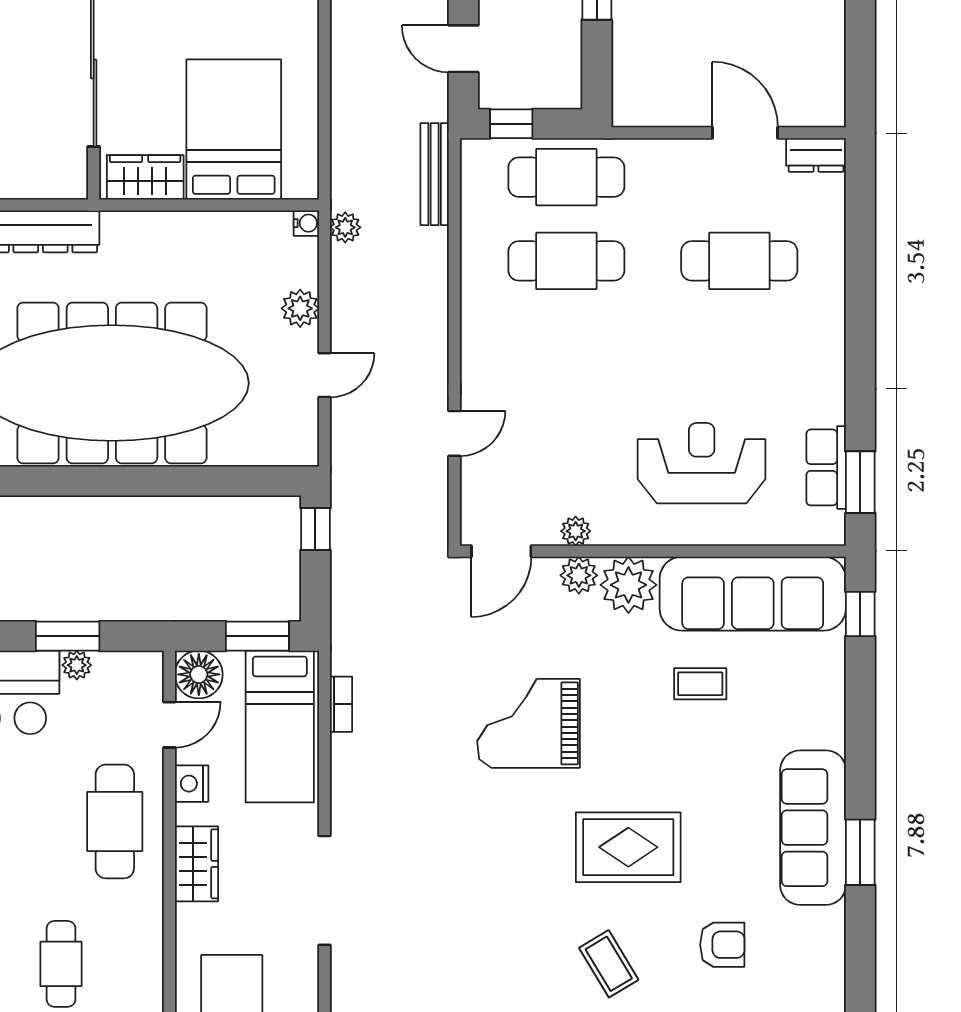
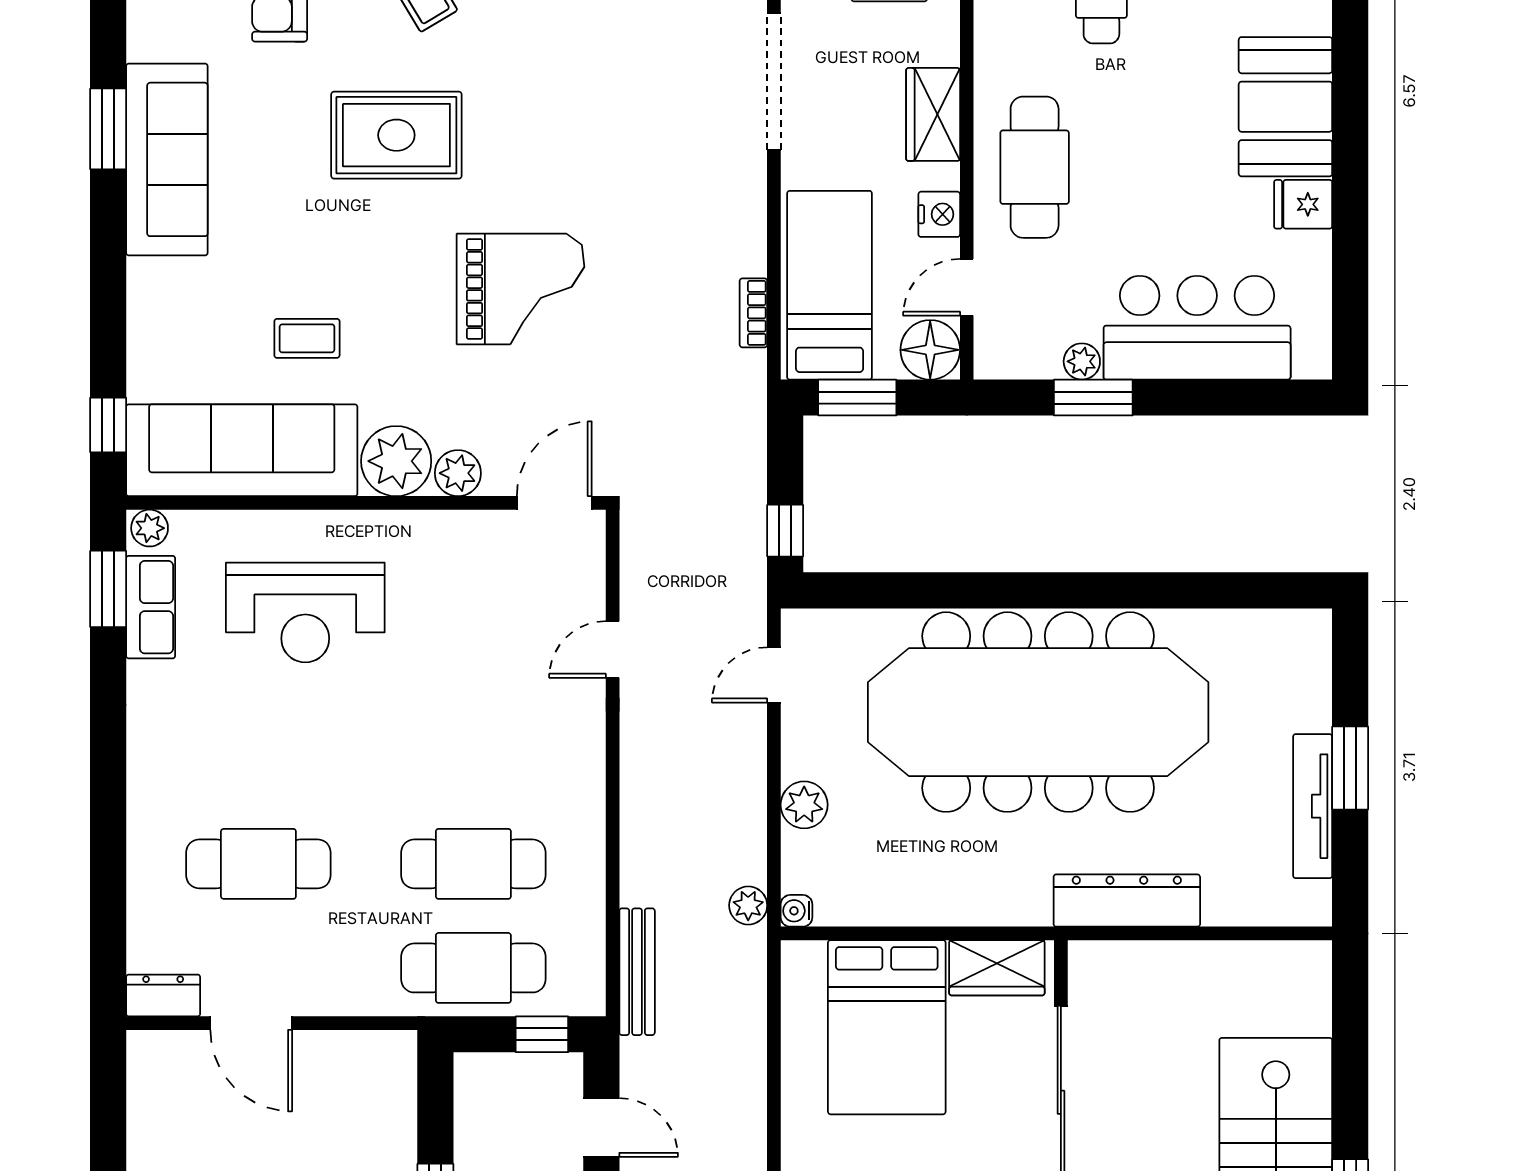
door: (325, 375) -> (774, 675), moved
plant: (576, 531) -> (150, 528), moved

